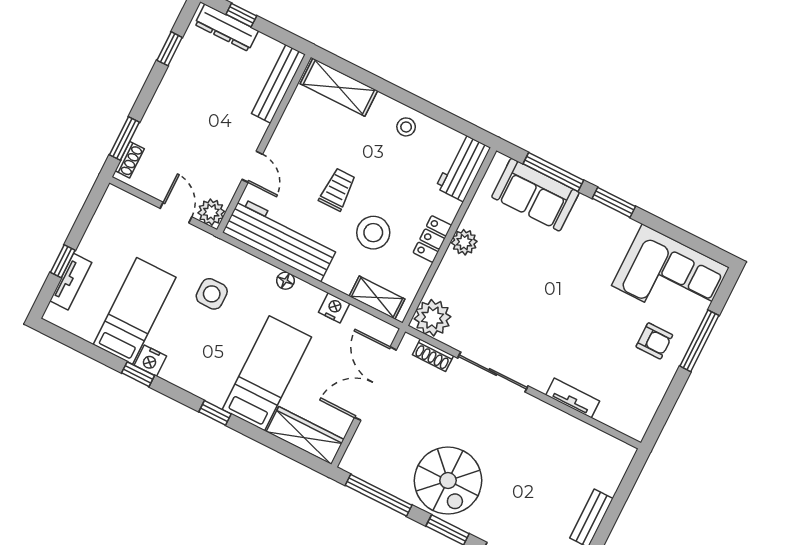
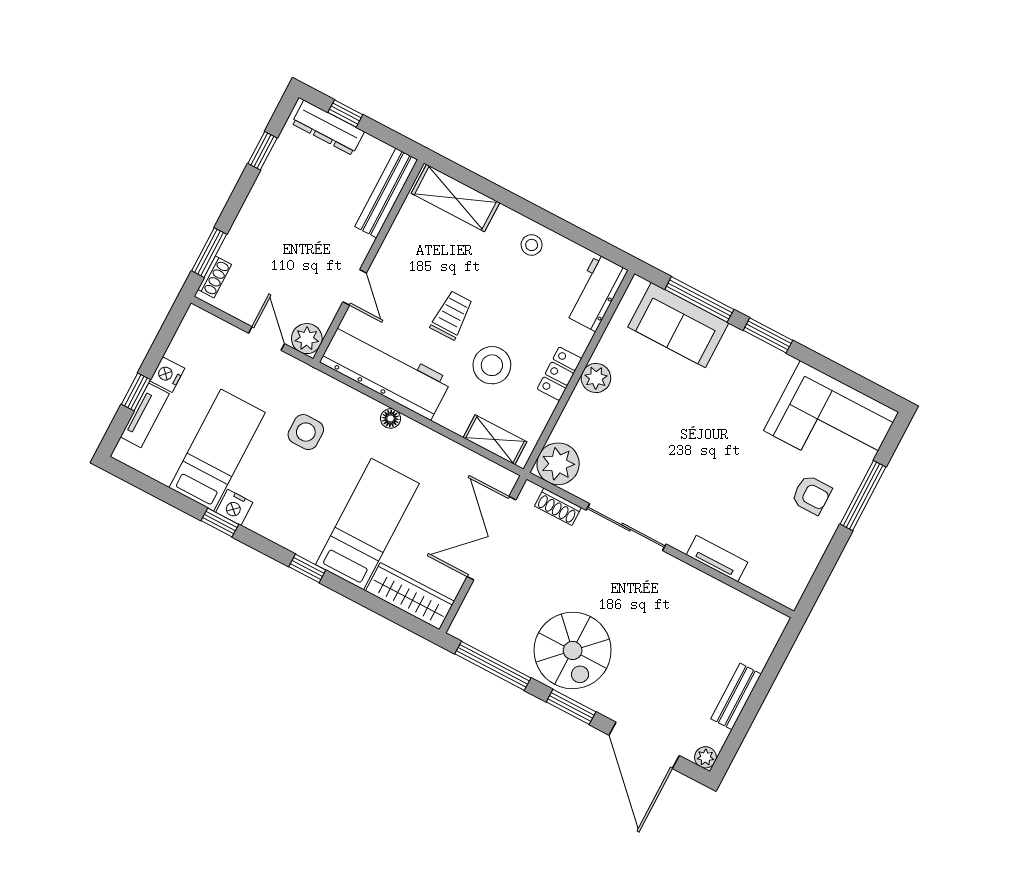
nightstand: (334, 308) -> (167, 375), moved, turned -90

